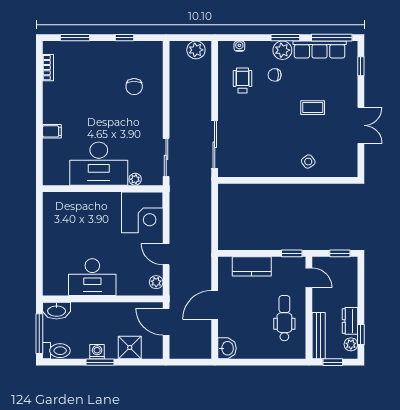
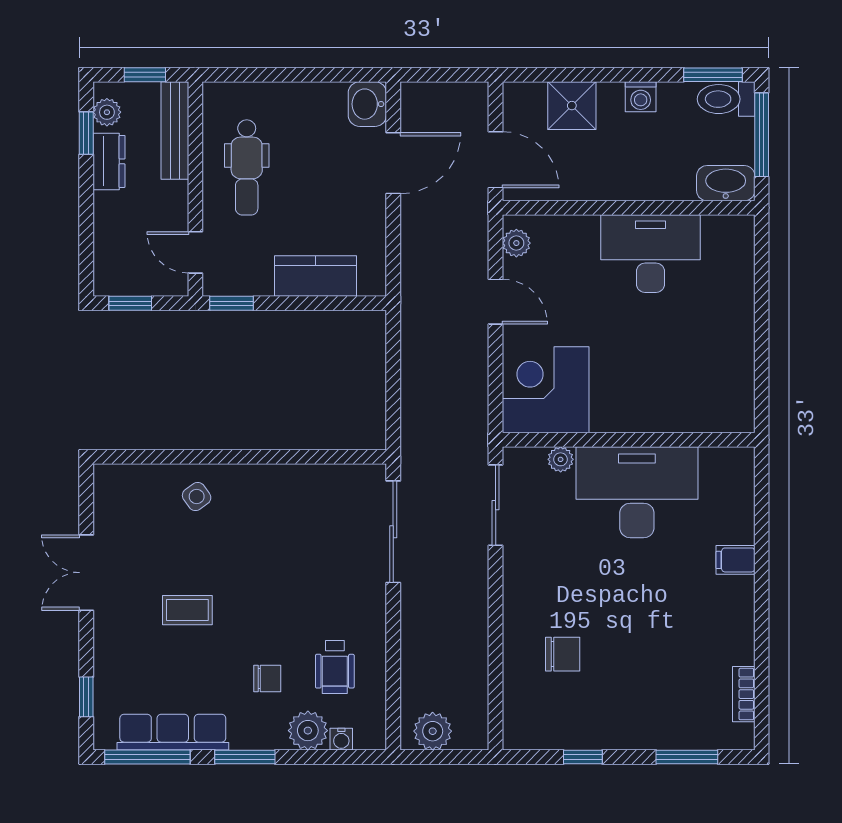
plant: (282, 50) -> (308, 731), moved
chair: (134, 87) -> (563, 654), turned 90
door: (215, 305) -> (393, 163), moved
window: (100, 362) -> (713, 75), moved

